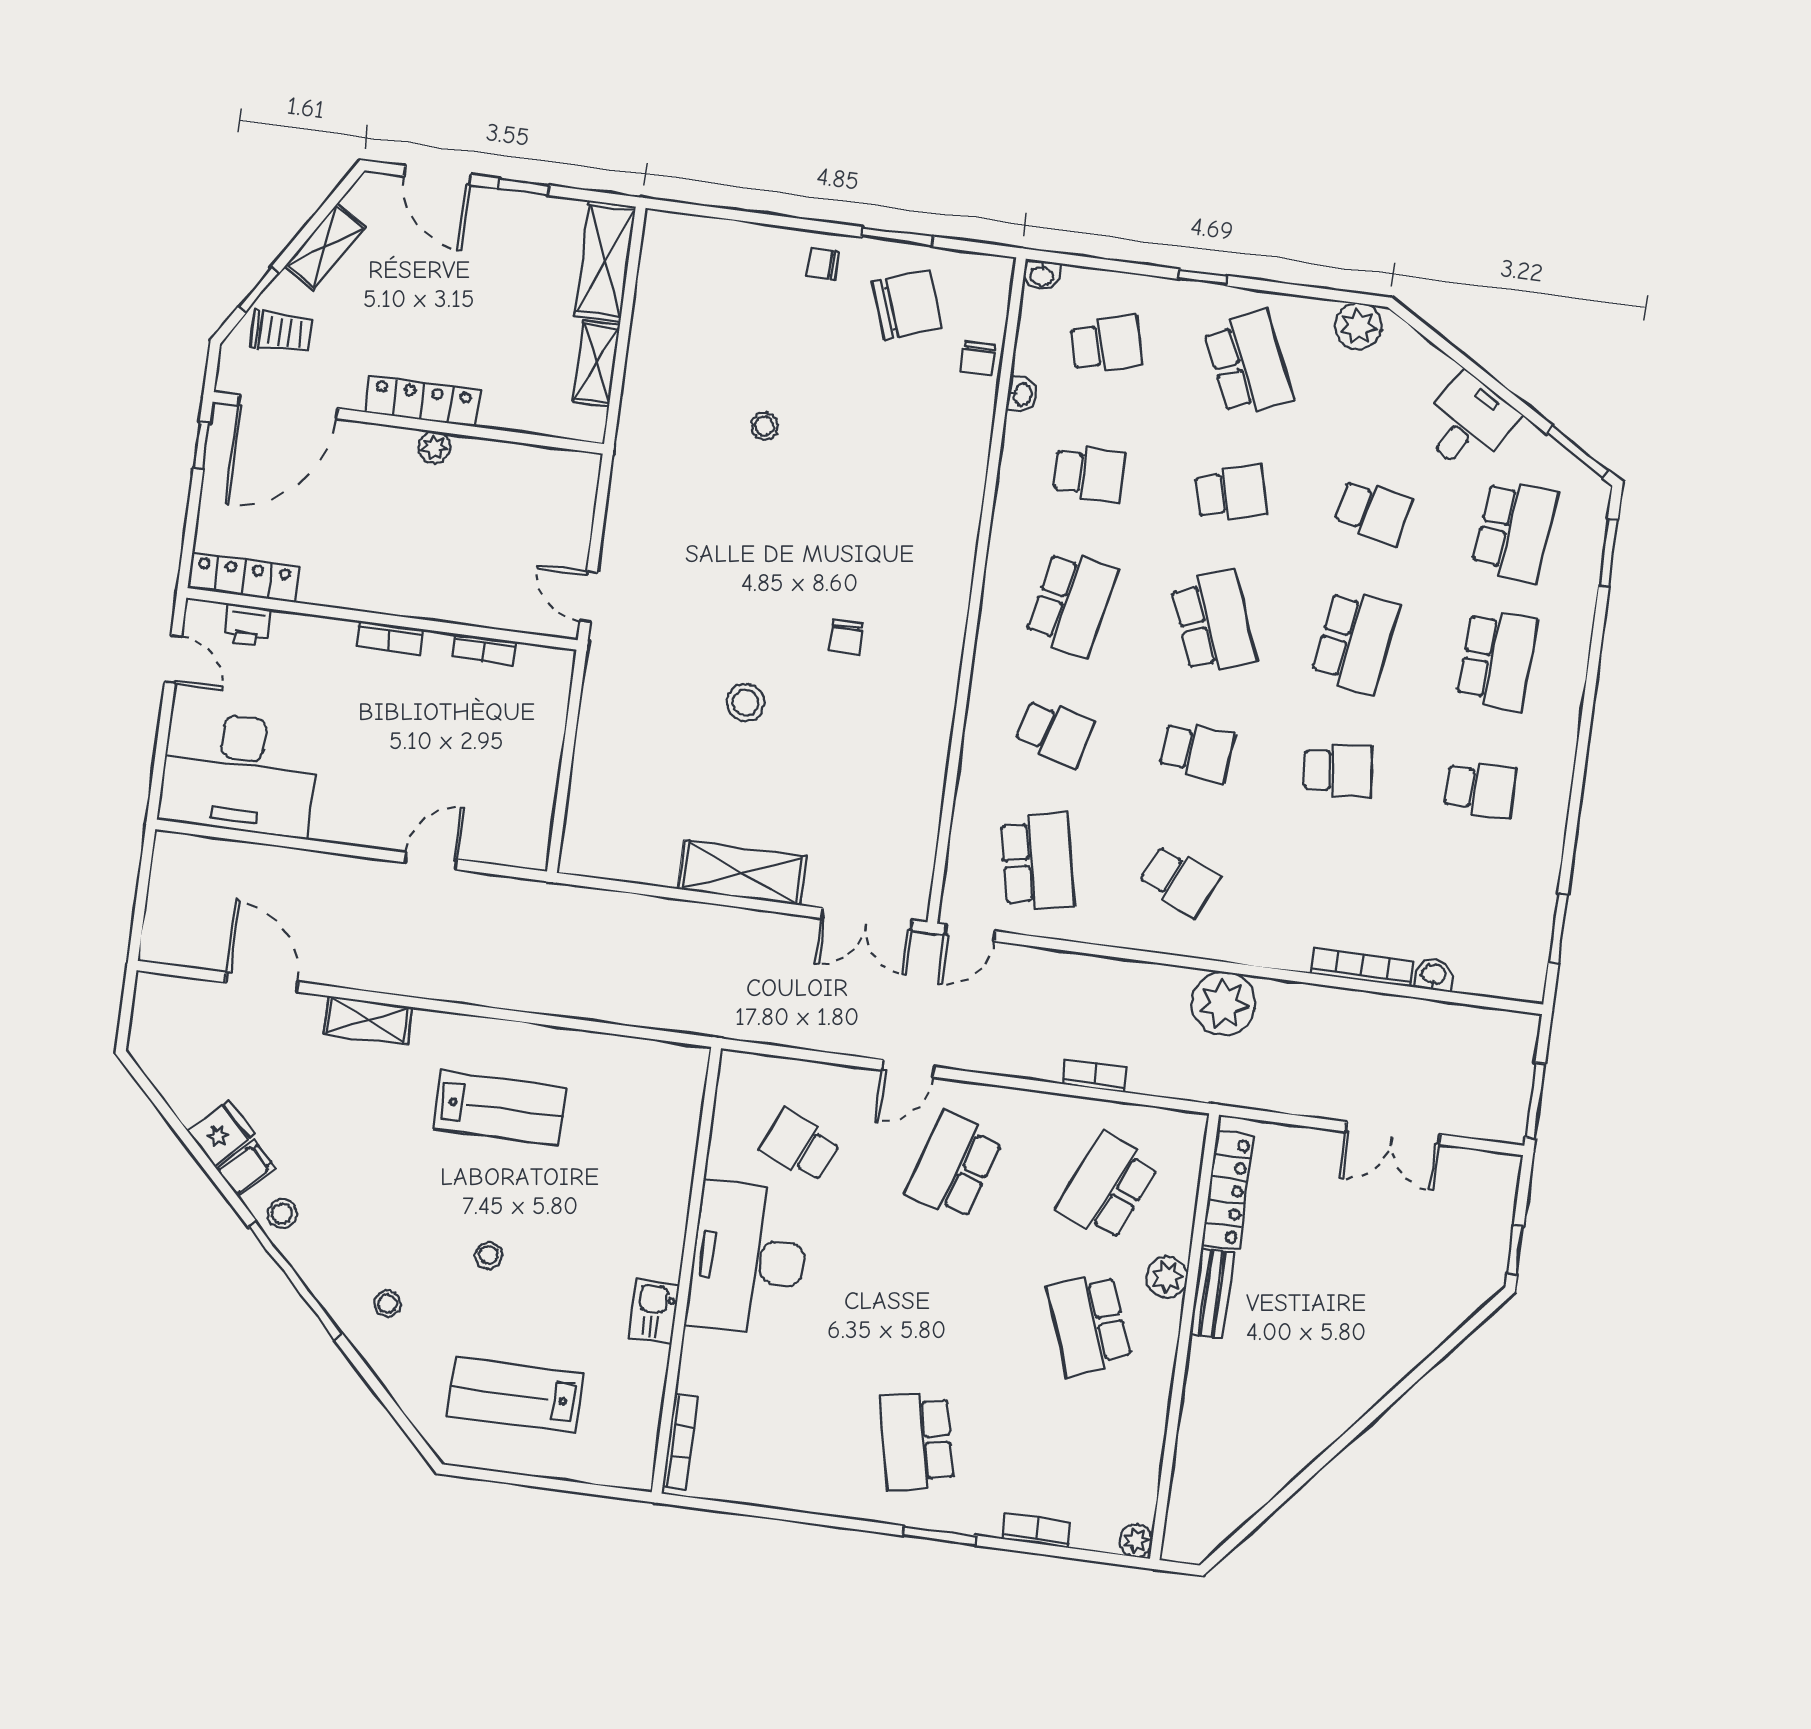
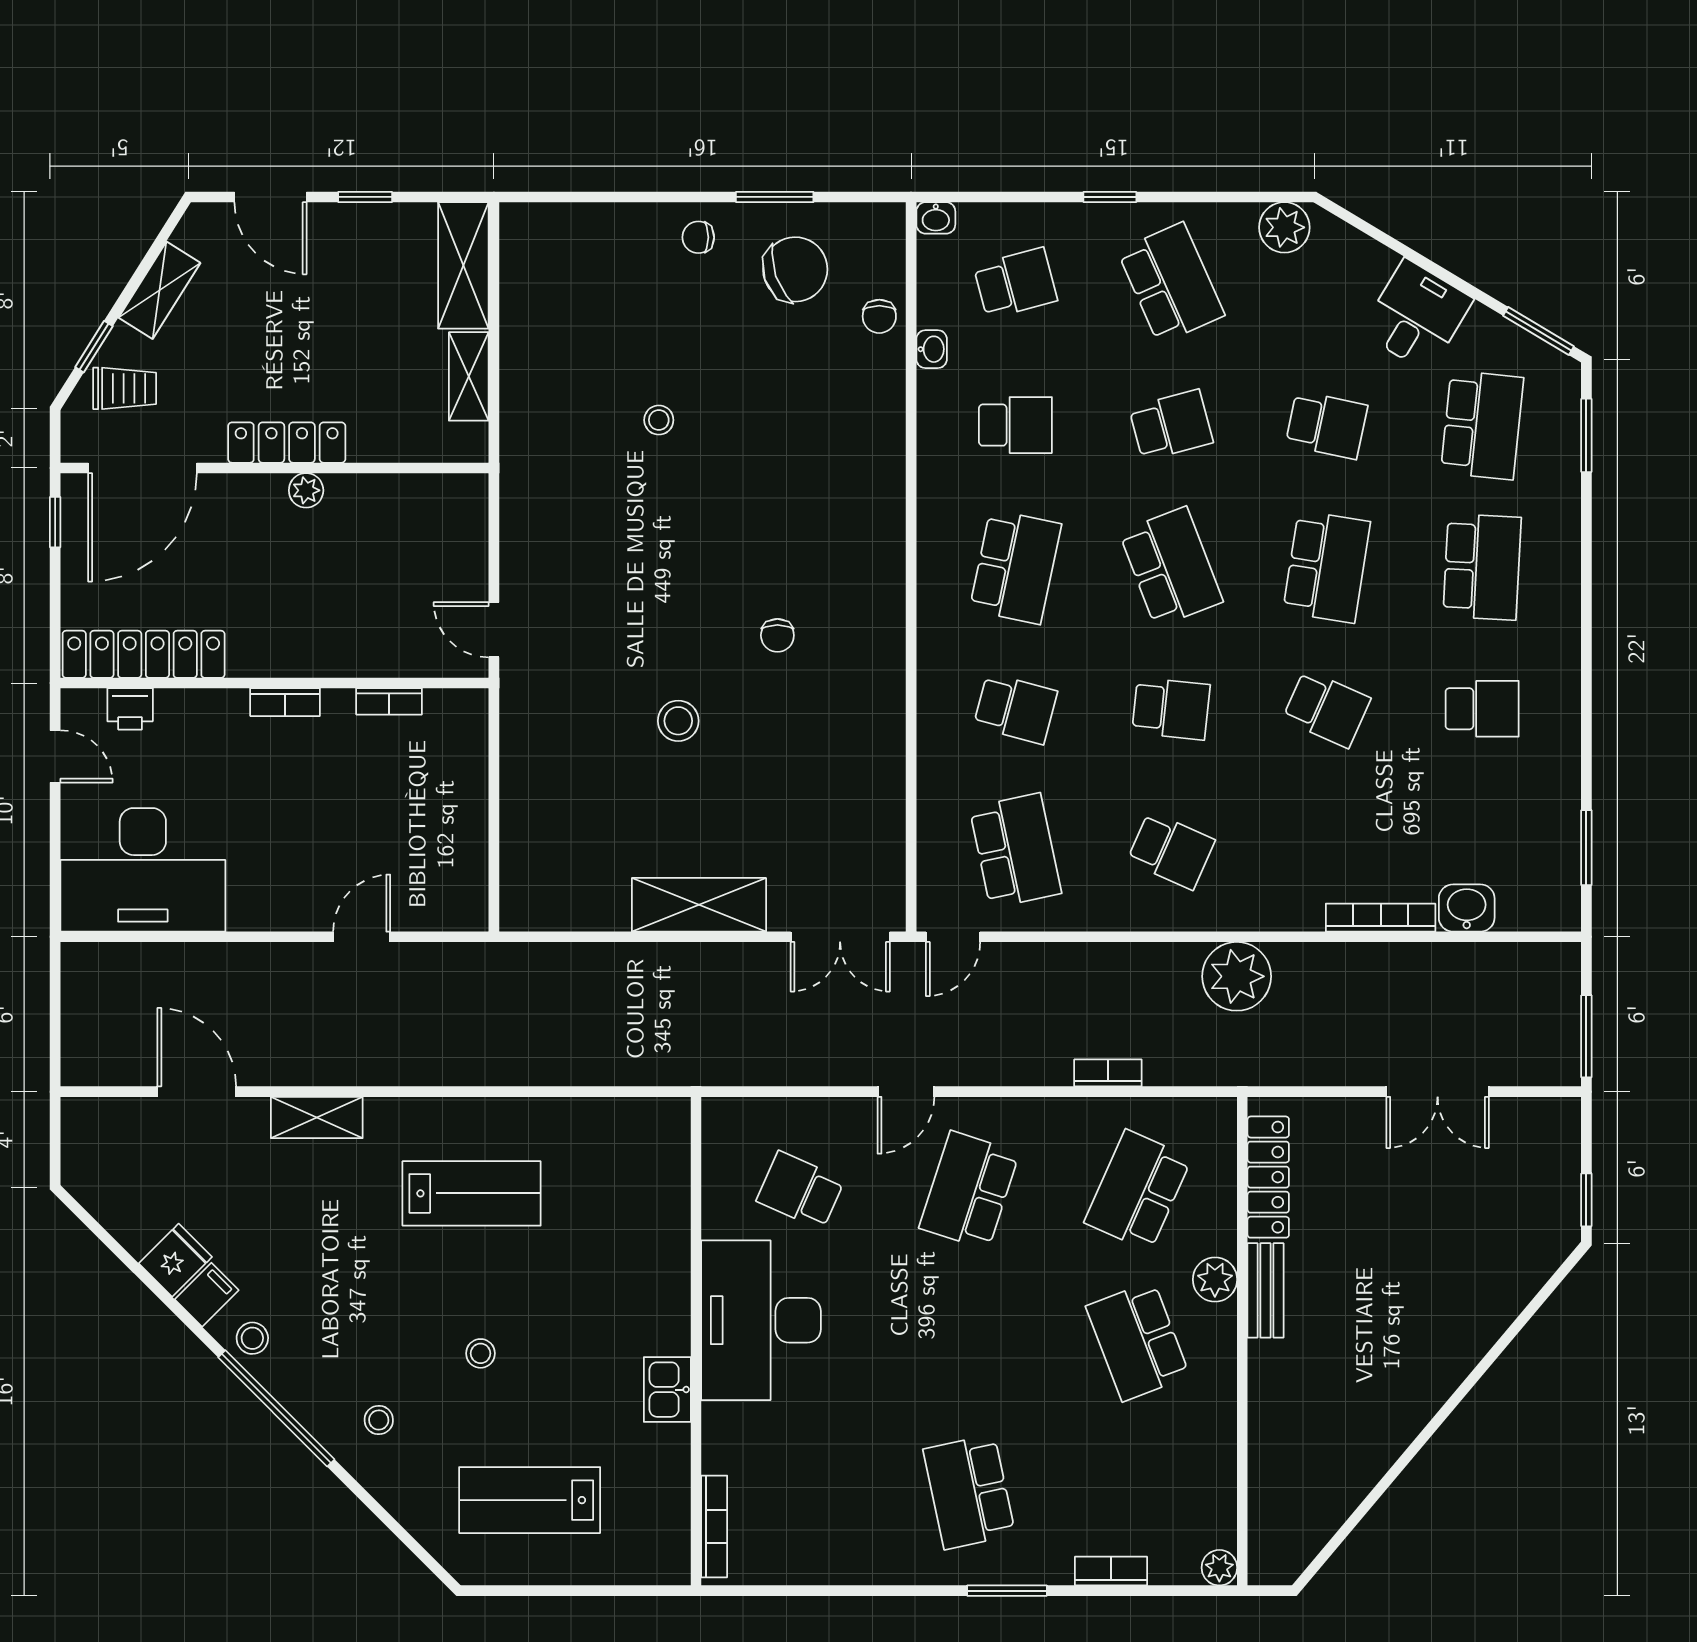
locker: (243, 578) -> (144, 654), width x1.41, depth x1.21
school desk: (1338, 770) -> (1327, 709), turned 30
washbasin: (1434, 975) -> (1467, 908), width x1.38, depth x1.45

